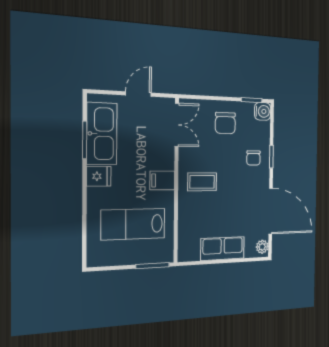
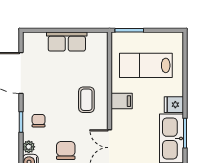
coffee table: (202, 182) -> (86, 100), turned 90
lab bench: (133, 224) -> (146, 65), turned 180
plant: (262, 247) -> (29, 147), moved

